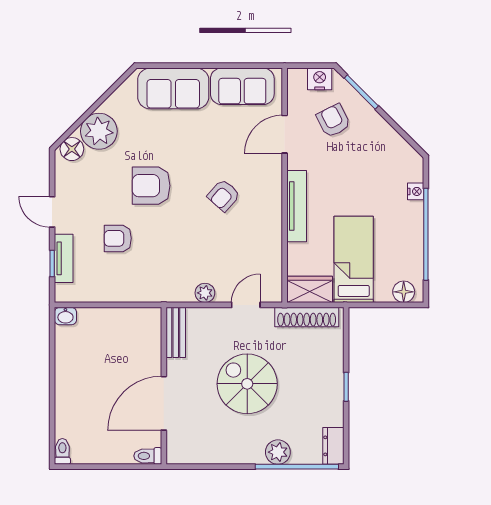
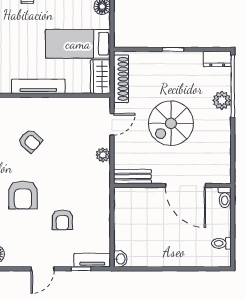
tv unit: (64, 258) -> (92, 260), moved
door: (246, 305) -> (112, 124), swing flipped
toilet: (62, 451) -> (221, 243), moved

